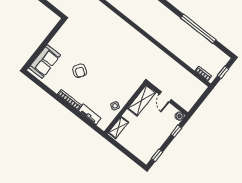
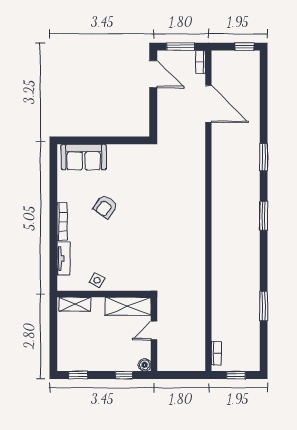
window: (198, 29) -> (264, 306), width x0.47

